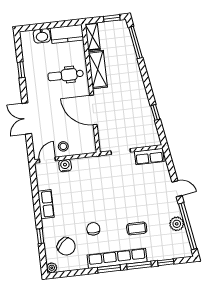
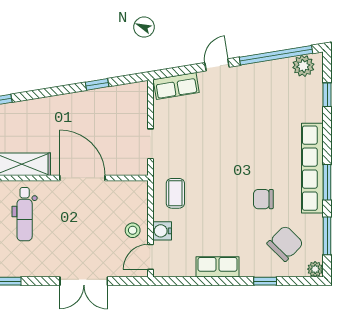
door: (93, 110) -> (82, 178), swing flipped
row of seats: (149, 157) -> (176, 86), moved, turned 81
door: (47, 160) -> (150, 257), hinge flipped
plant: (177, 224) -> (303, 66), moved
coffee table: (137, 228) -> (175, 193), moved
window: (139, 265) -> (327, 236), moved

